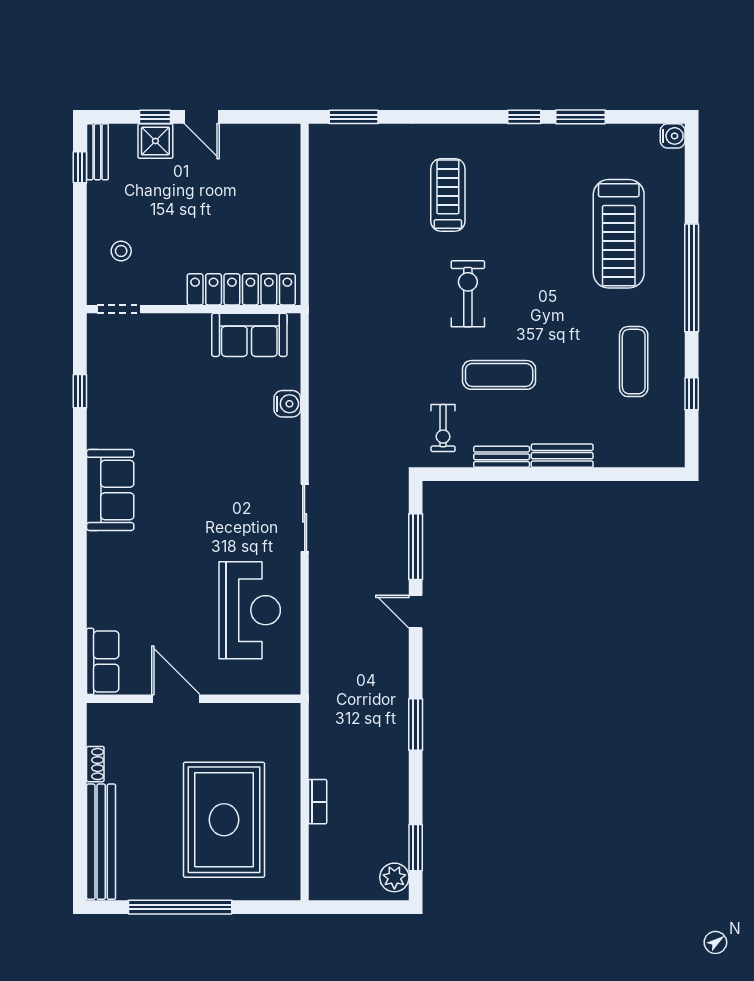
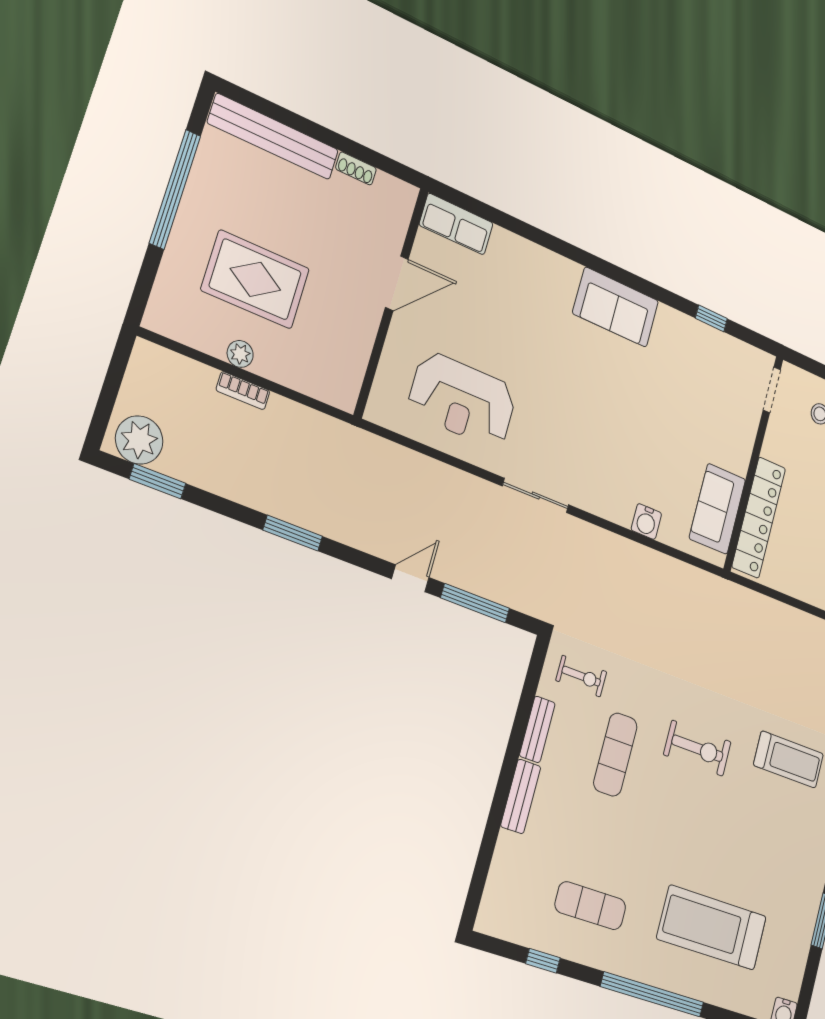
exercise bike: (443, 428) -> (581, 676), turned 180
plant: (289, 813) -> (240, 354), added
rug: (224, 820) -> (255, 279), width x0.73, depth x0.69
plant: (394, 877) -> (139, 440), width x1.36, depth x1.36

